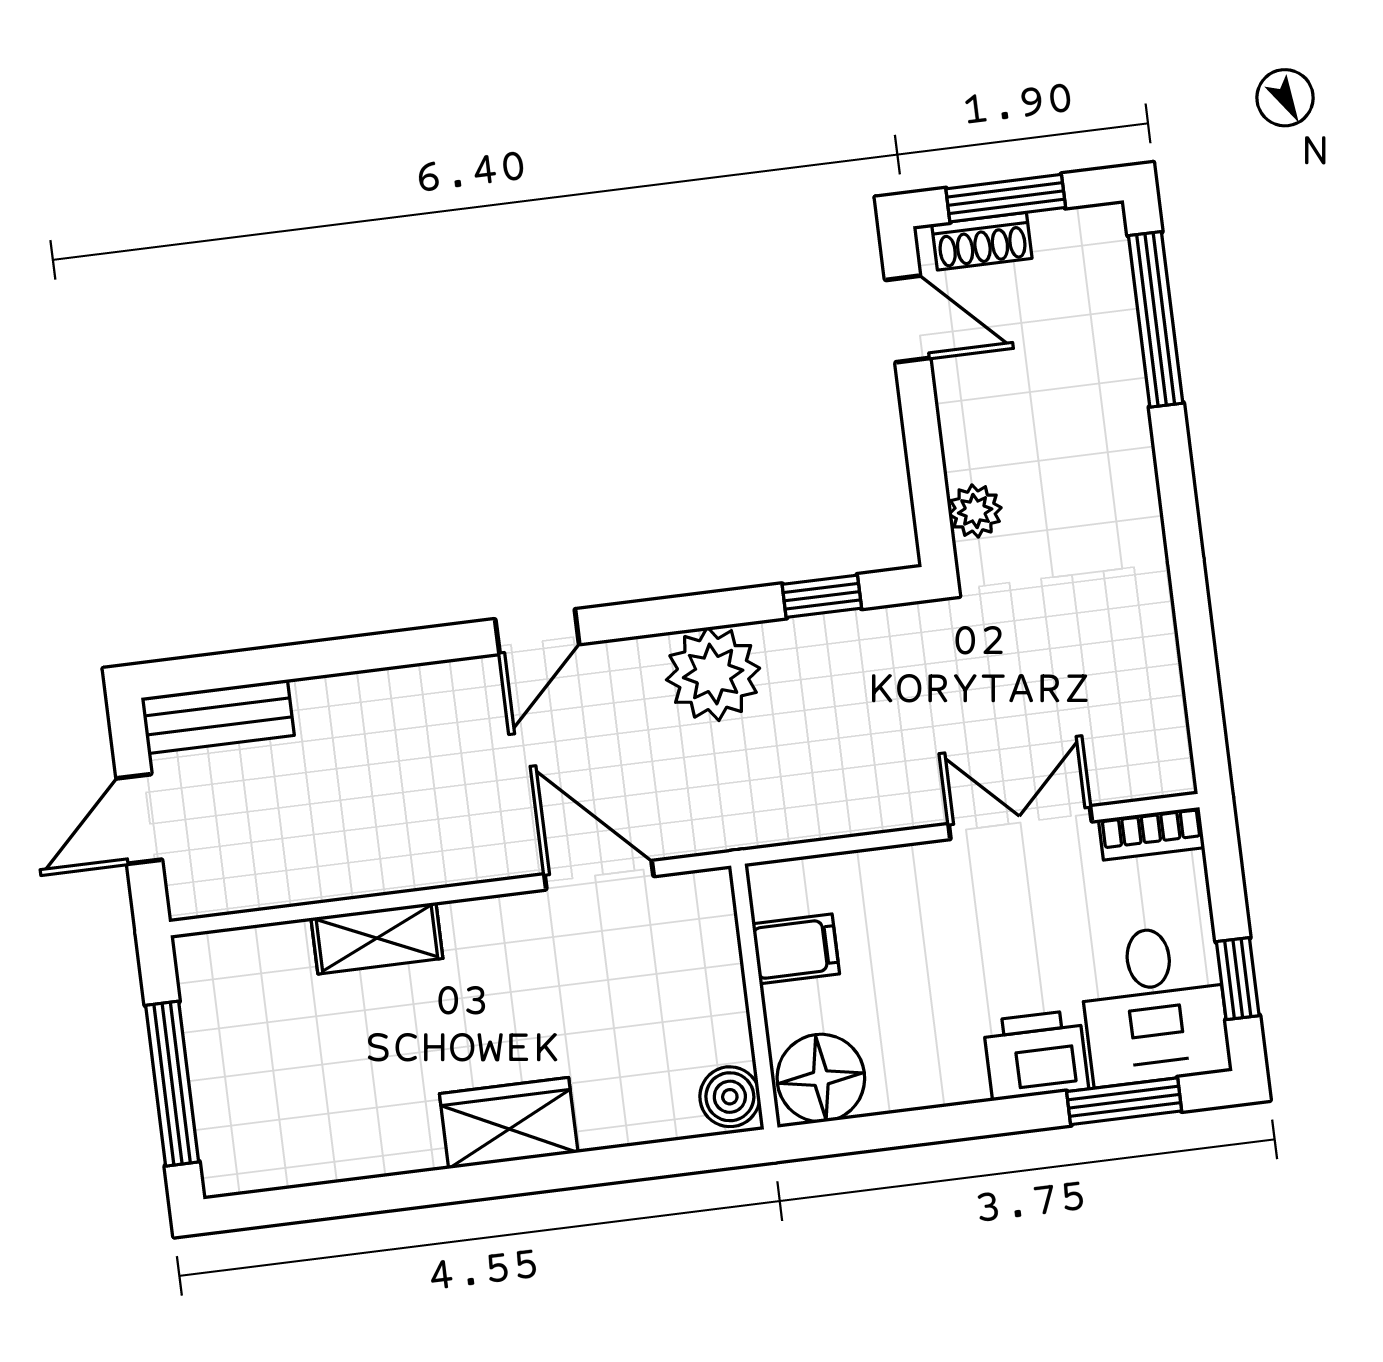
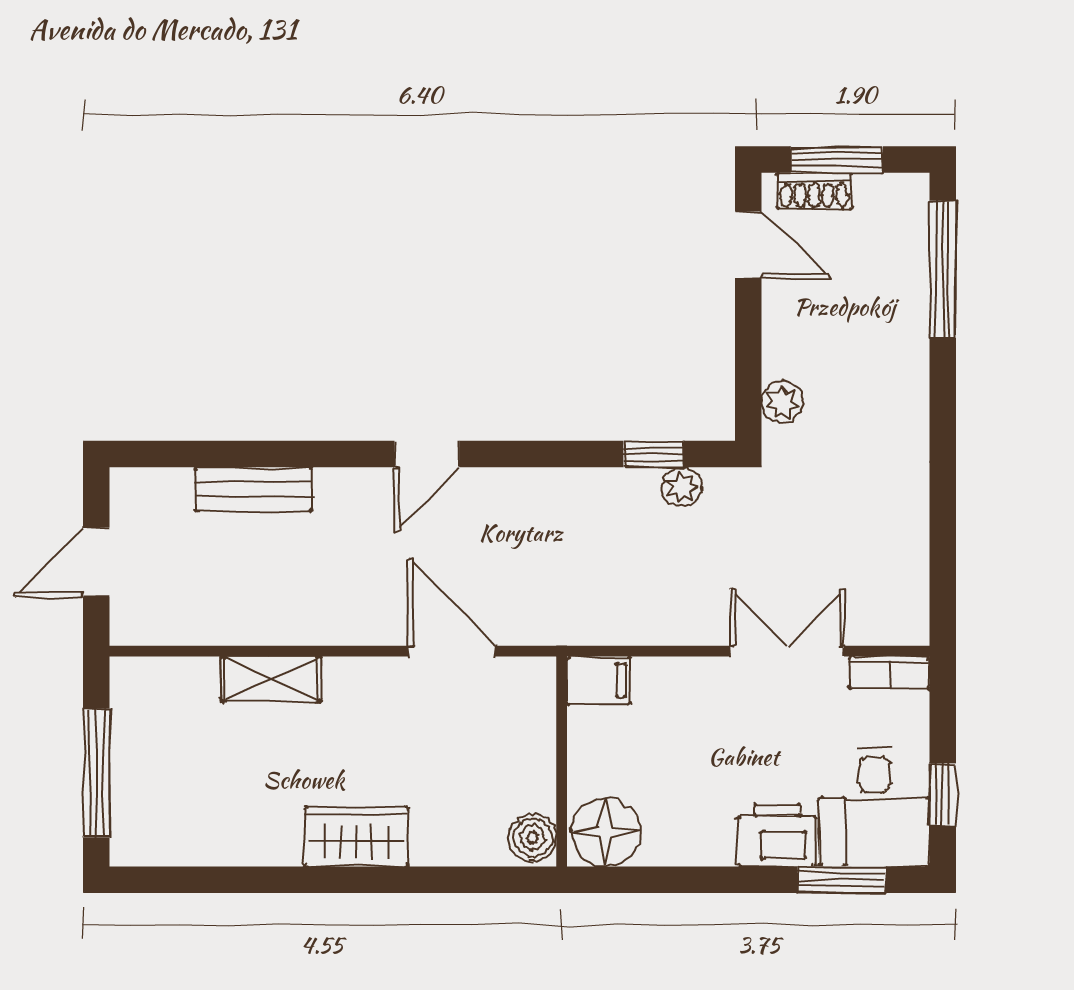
plant: (713, 674) -> (682, 487), moved, width x0.53, depth x0.53
bench: (218, 717) -> (254, 489), moved
filing cabinet: (796, 949) -> (599, 680), moved

